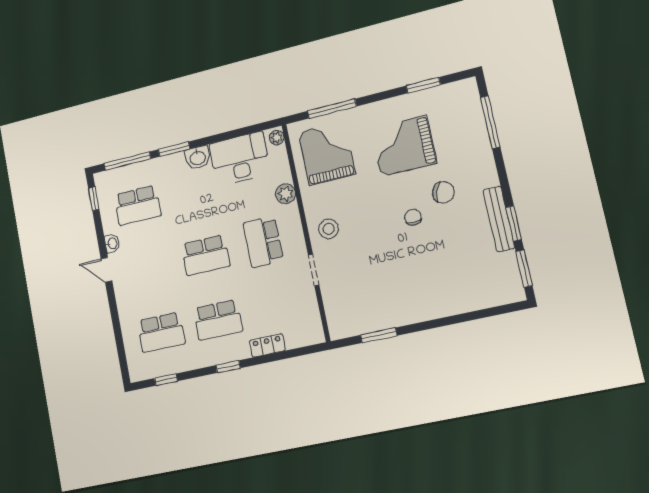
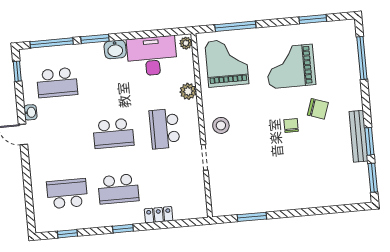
school desk: (161, 332) -> (67, 194), turned 180

